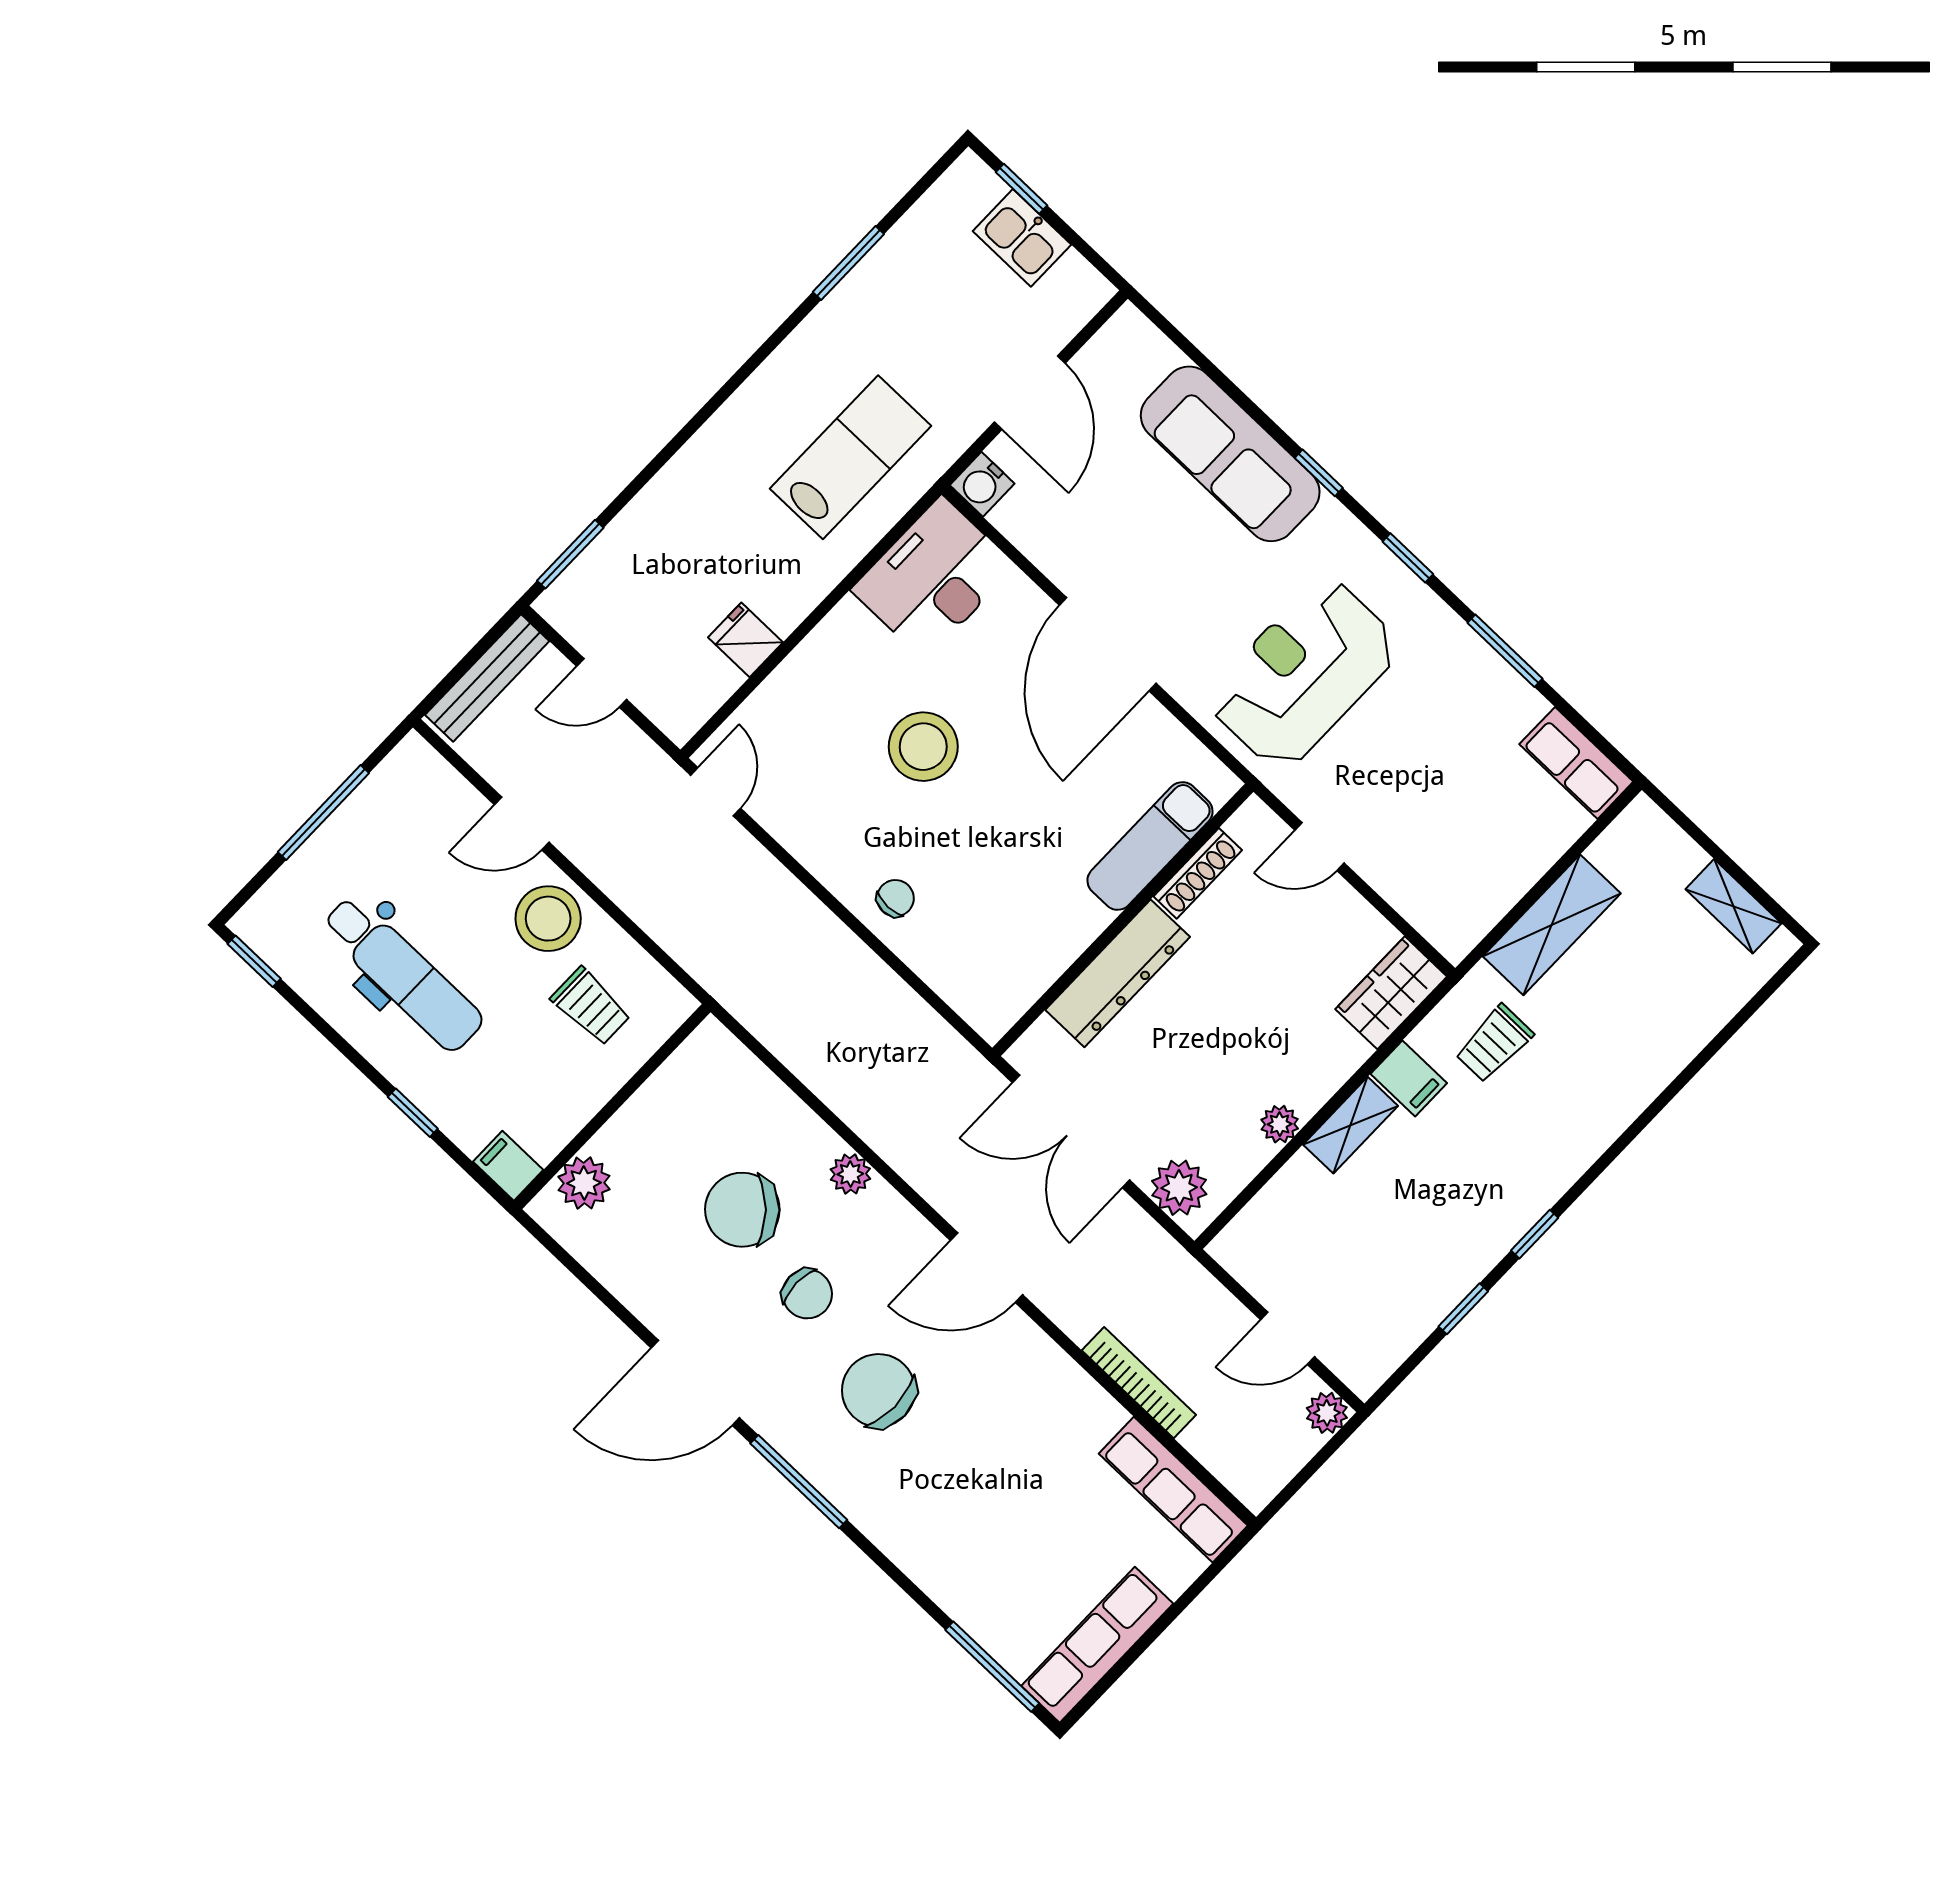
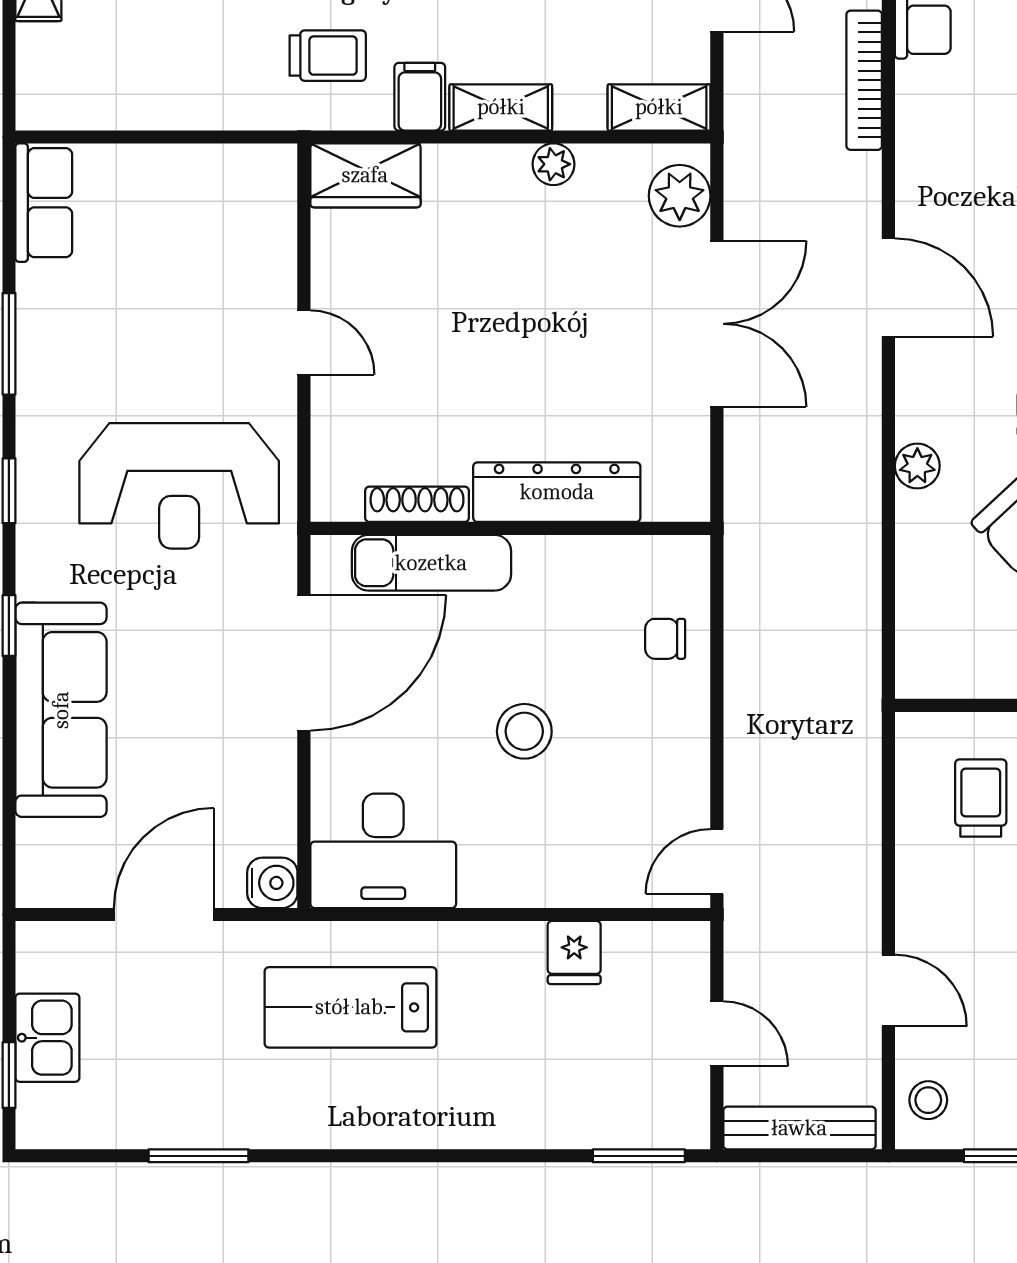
stool: (923, 747) -> (524, 731), width x0.73, depth x0.73
exam couch: (1150, 846) -> (431, 563), moved
shoe rack: (1198, 873) -> (417, 504), moved
stool: (548, 919) -> (928, 1100), moved, width x0.53, depth x0.53
wall: (1123, 920) -> (510, 528), moved
shelving: (1552, 925) -> (659, 107), moved, width x0.67, depth x0.75
dresser: (1118, 973) -> (557, 492), moved

